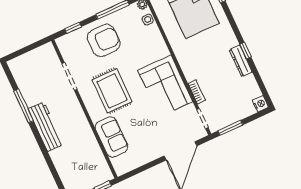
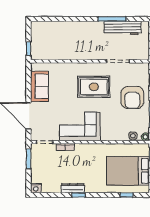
workbench: (46, 127) -> (122, 28), moved
sofa: (111, 137) -> (39, 86), moved, turned -90

